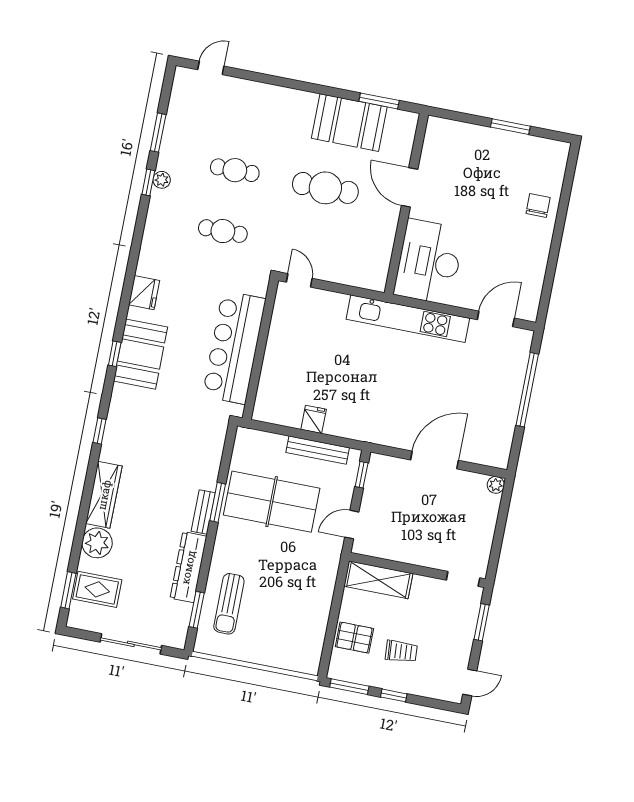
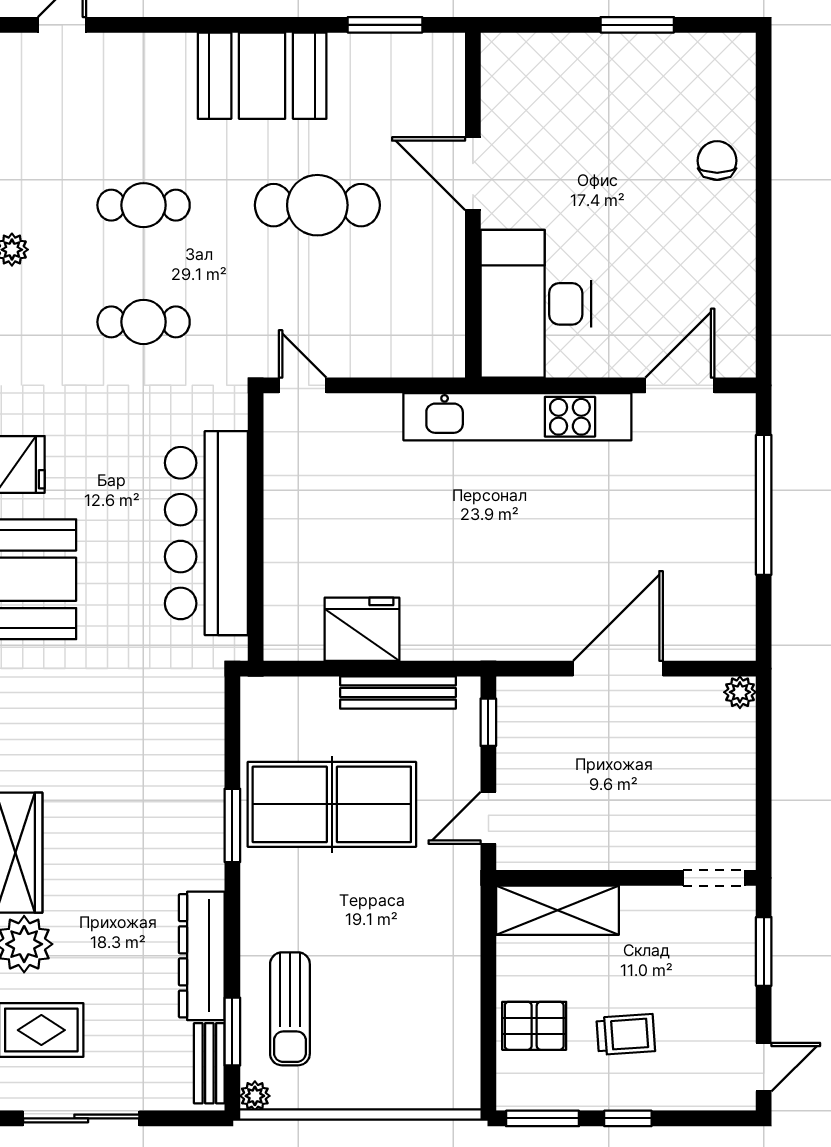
booth: (349, 123) -> (262, 76), moved
fridge: (314, 419) -> (362, 629), width x1.88, depth x1.34
bench: (203, 512) -> (209, 1063), moved
sliding door: (131, 644) -> (81, 1118), moved
plant: (202, 646) -> (255, 1096), added

